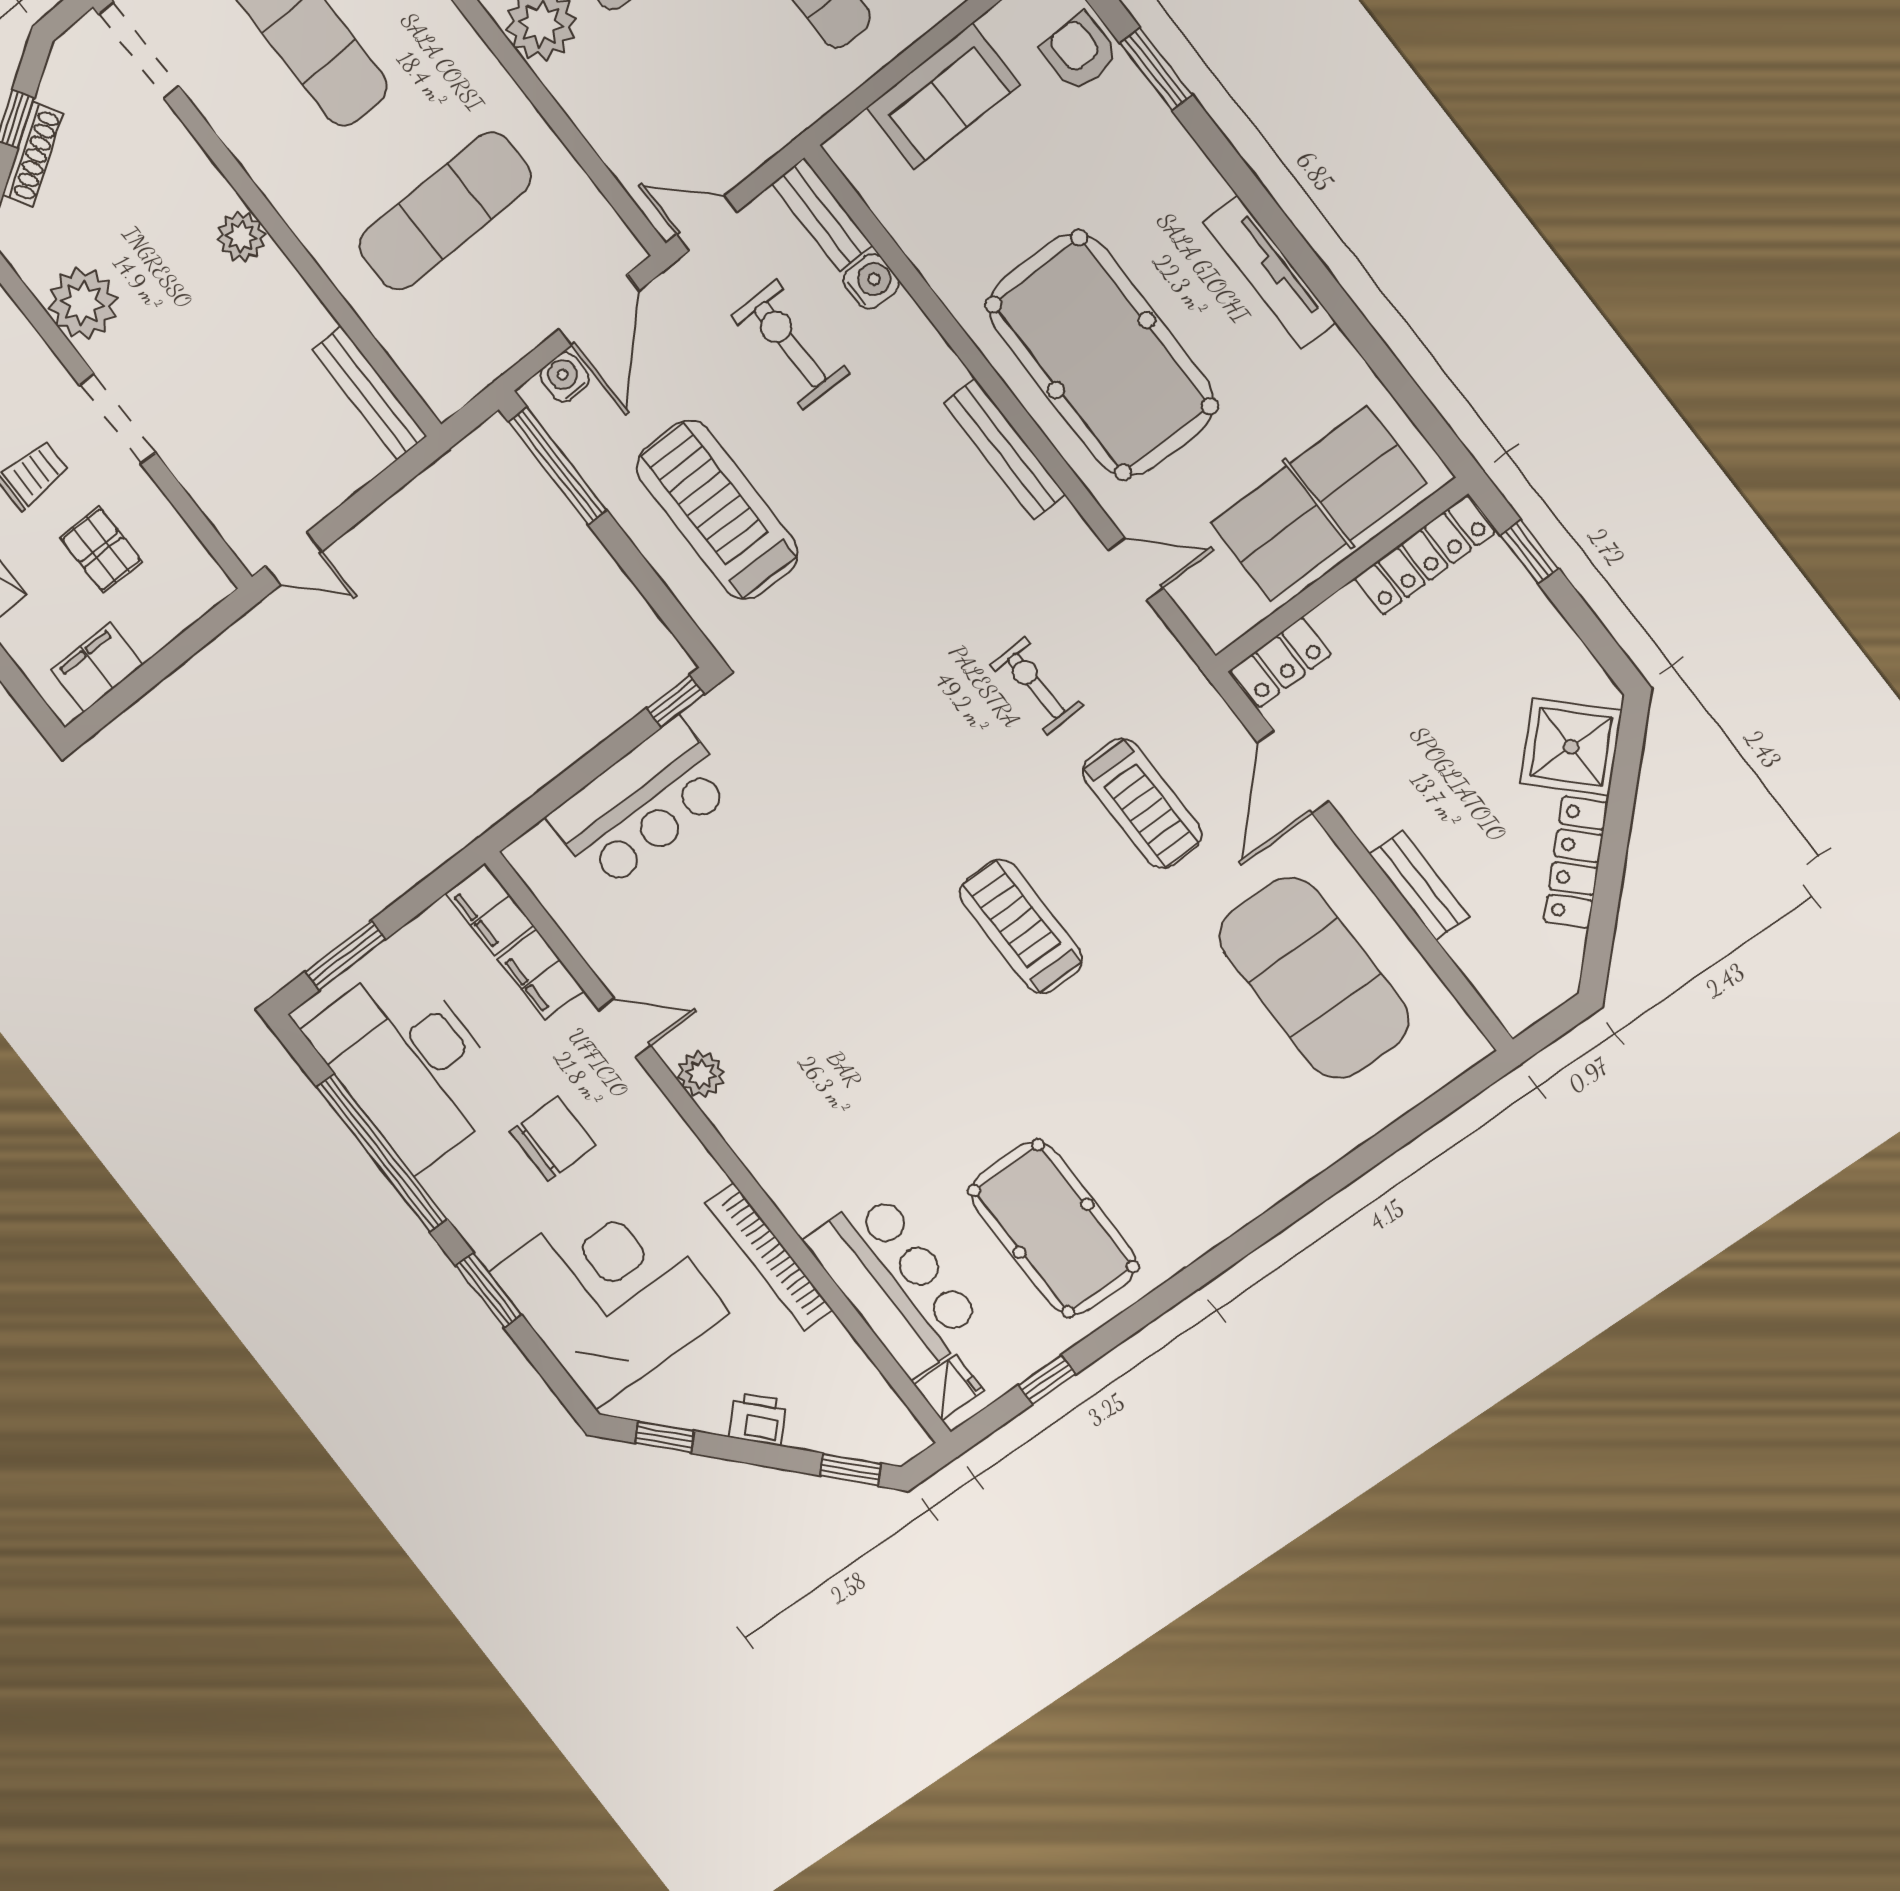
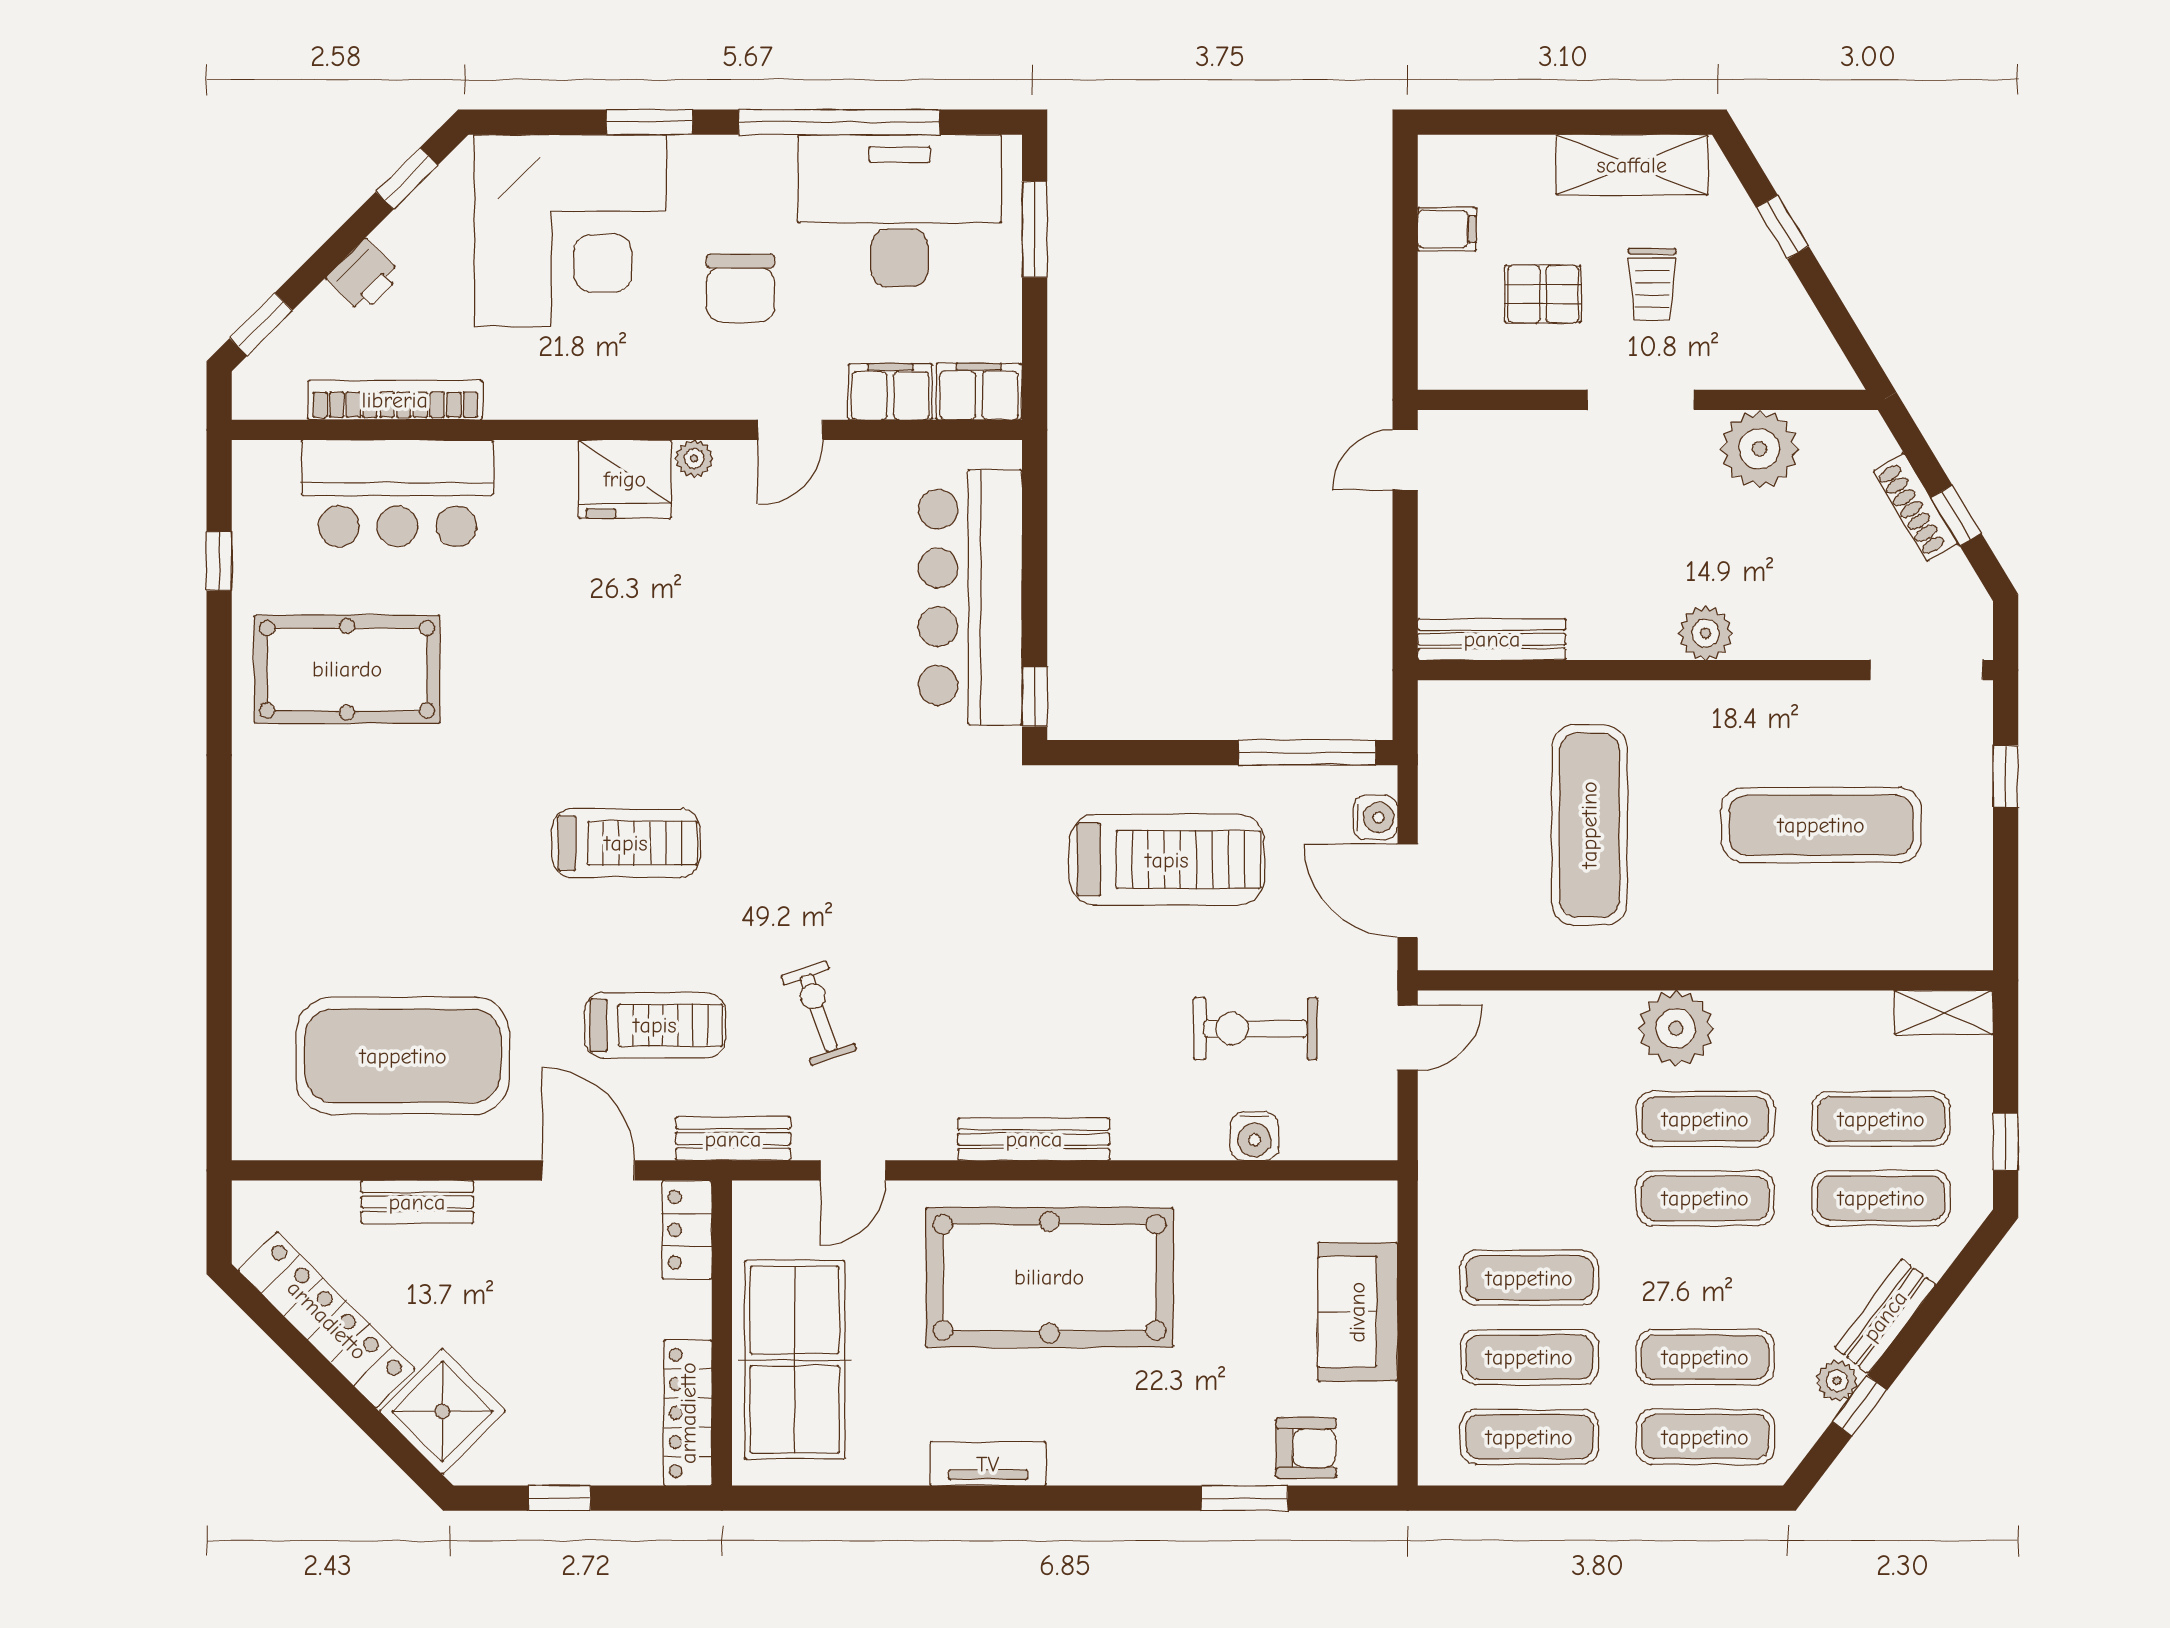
bench: (822, 214) -> (733, 1139), moved
tv unit: (1270, 272) -> (988, 1464), width x0.71
exercise bike: (790, 345) -> (1255, 1029), turned 180
window: (1529, 552) -> (559, 1498), moved
filing cabinet: (97, 667) -> (1447, 229), width x0.50
exercise bike: (1036, 686) -> (819, 1013), turned -107
treadmill: (1142, 803) -> (655, 1025), turned 180
bar counter: (641, 804) -> (970, 597), width x1.36
locker: (1576, 862) -> (327, 1320), width x1.41, depth x1.21
plant: (701, 1074) -> (694, 459), width x0.73, depth x0.73
bookcase: (769, 1256) -> (395, 400), moved
fridge: (949, 1387) -> (625, 479), moved, width x1.88, depth x1.34

